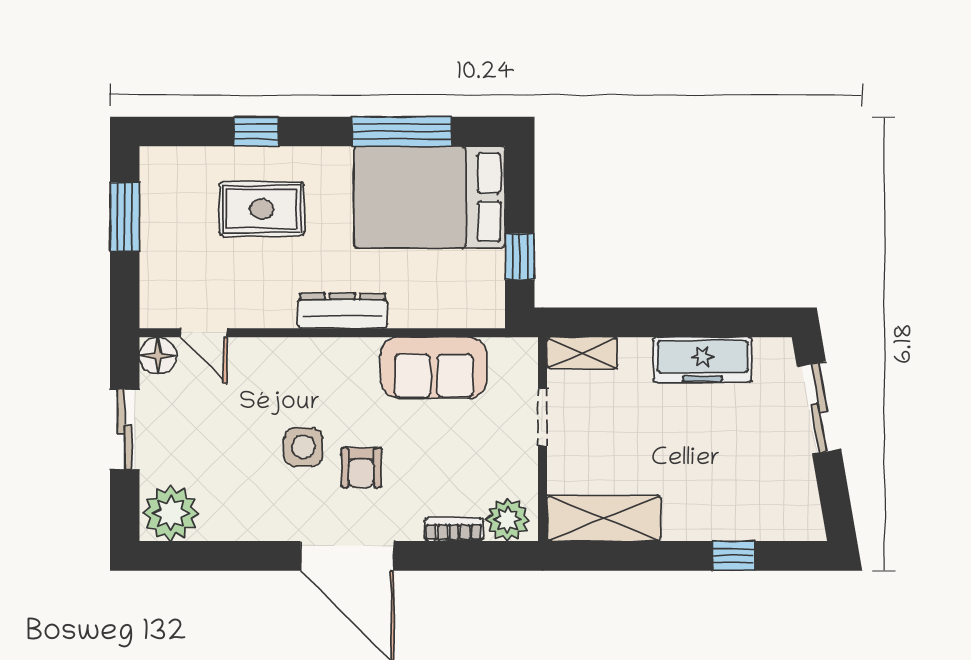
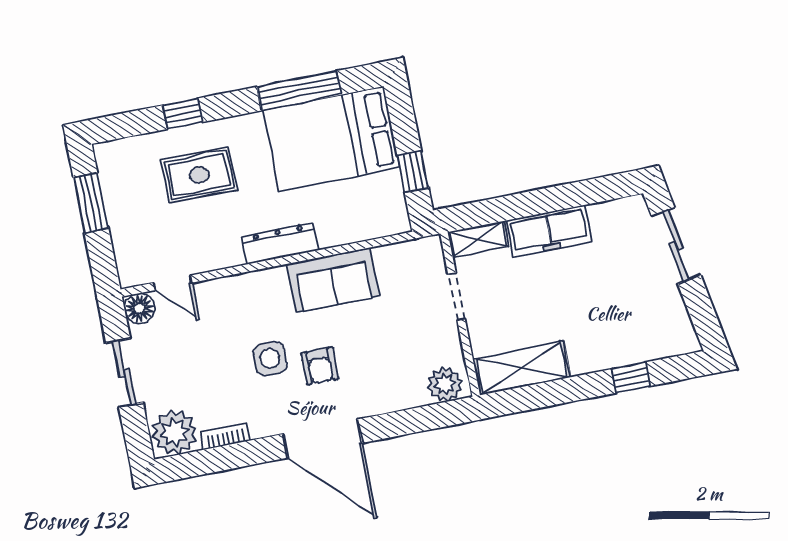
freezer: (702, 360) -> (549, 231), moved
sofa: (434, 368) -> (333, 280), moved
bookcase: (454, 529) -> (225, 436), moved

